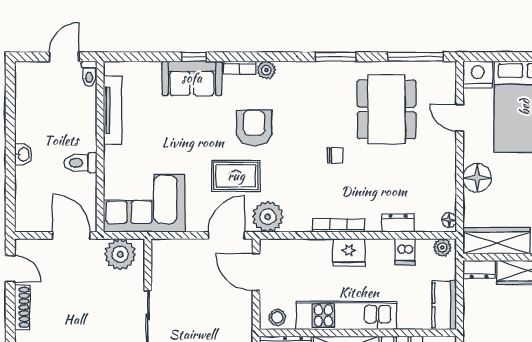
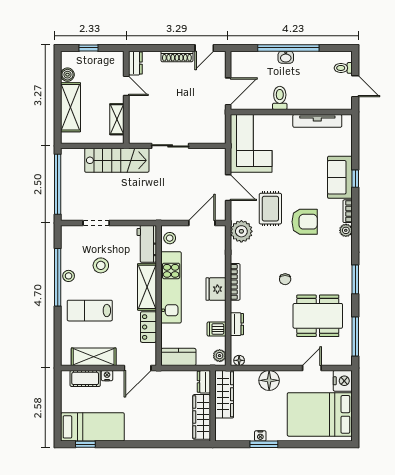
toilet: (89, 74) -> (343, 68), moved
window: (10, 151) -> (288, 48), added
door: (226, 235) -> (228, 188), moved
plant: (120, 254) -> (215, 126), removed

